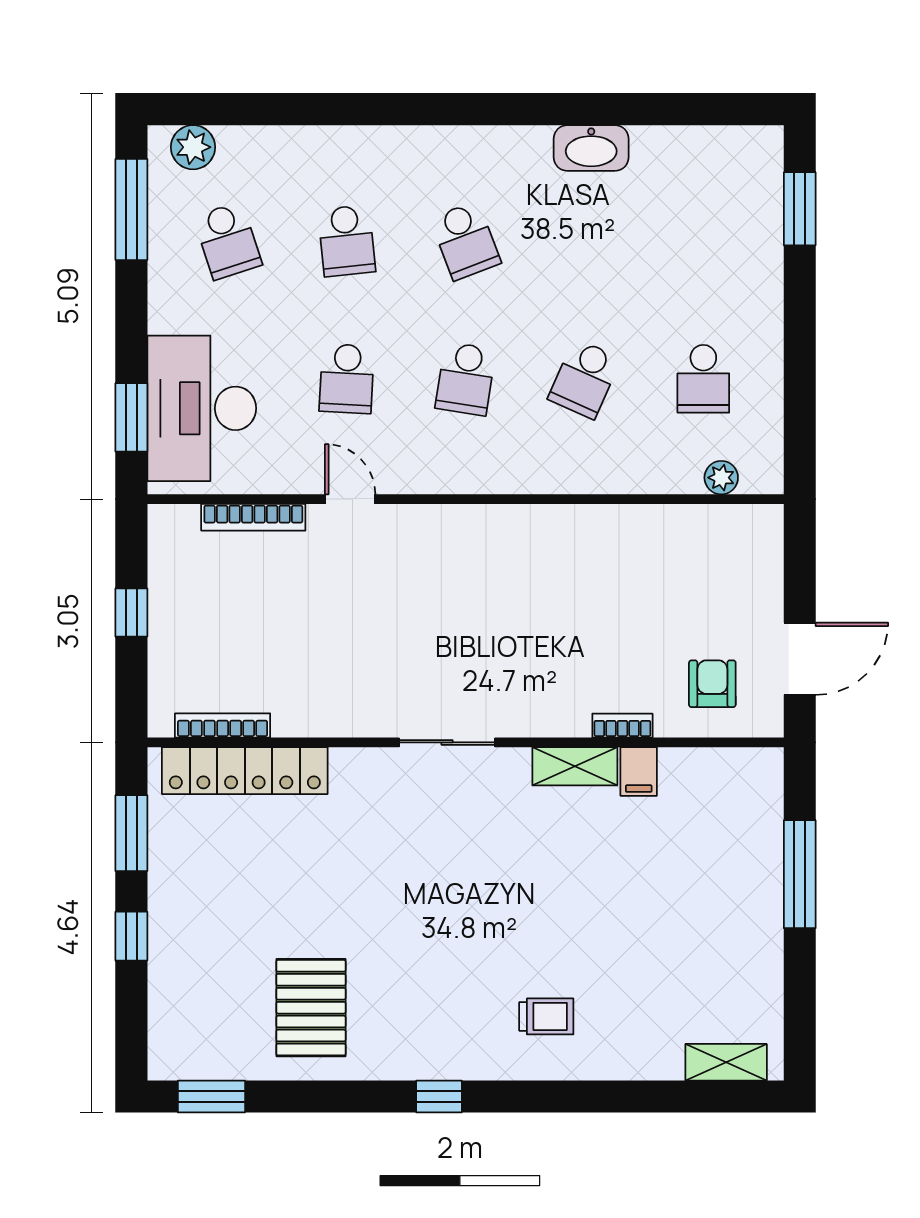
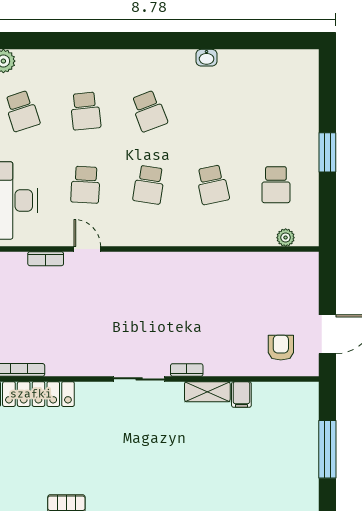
washbasin: (591, 148) -> (207, 58), width x0.52, depth x0.69
window: (800, 209) -> (327, 152), moved
school desk: (584, 379) -> (212, 185), turned -36
bookcase: (253, 517) -> (46, 259), width x0.64
bookcase: (622, 726) -> (187, 370), moved

